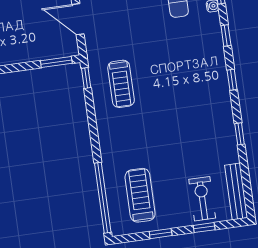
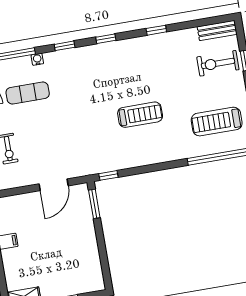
treadmill: (121, 84) -> (140, 115), moved
bench: (236, 192) -> (217, 30), width x0.73

